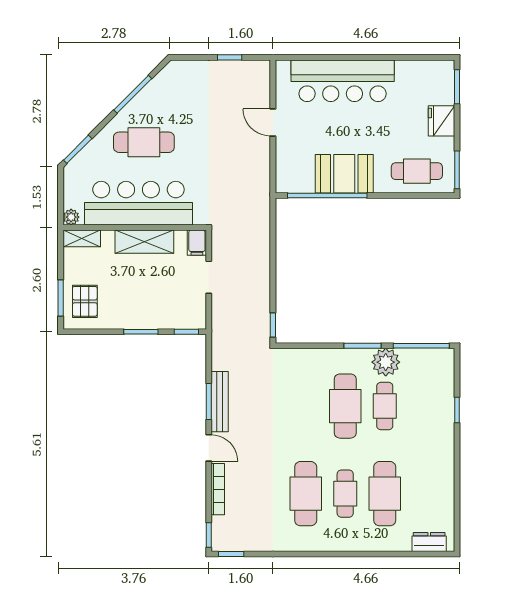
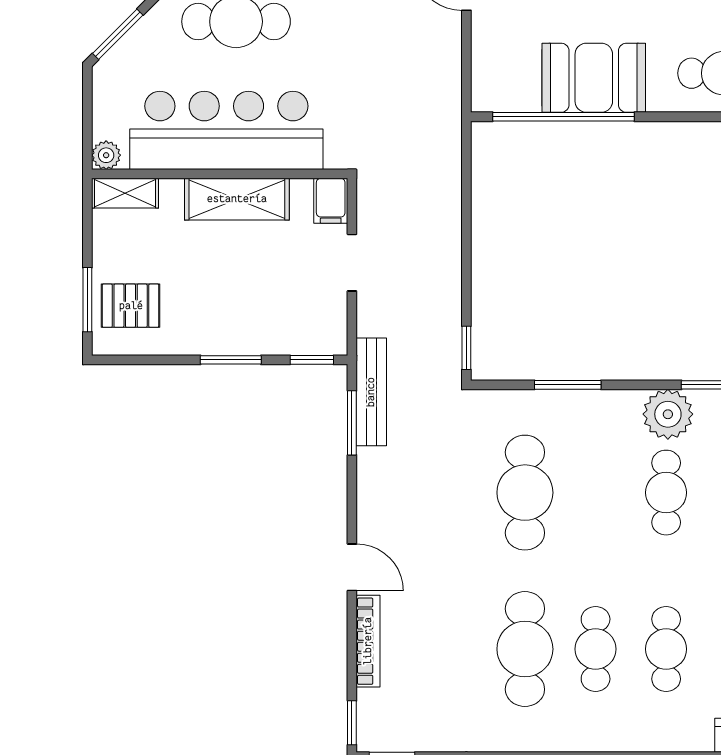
pallet: (85, 301) -> (131, 306), turned 90
window: (362, 346) -> (568, 385), moved
window: (209, 401) -> (352, 423), moved
bench: (220, 402) -> (371, 392), moved
cafe table: (345, 406) -> (525, 493), moved
cafe table: (385, 494) -> (666, 649), width x0.73, depth x0.74

